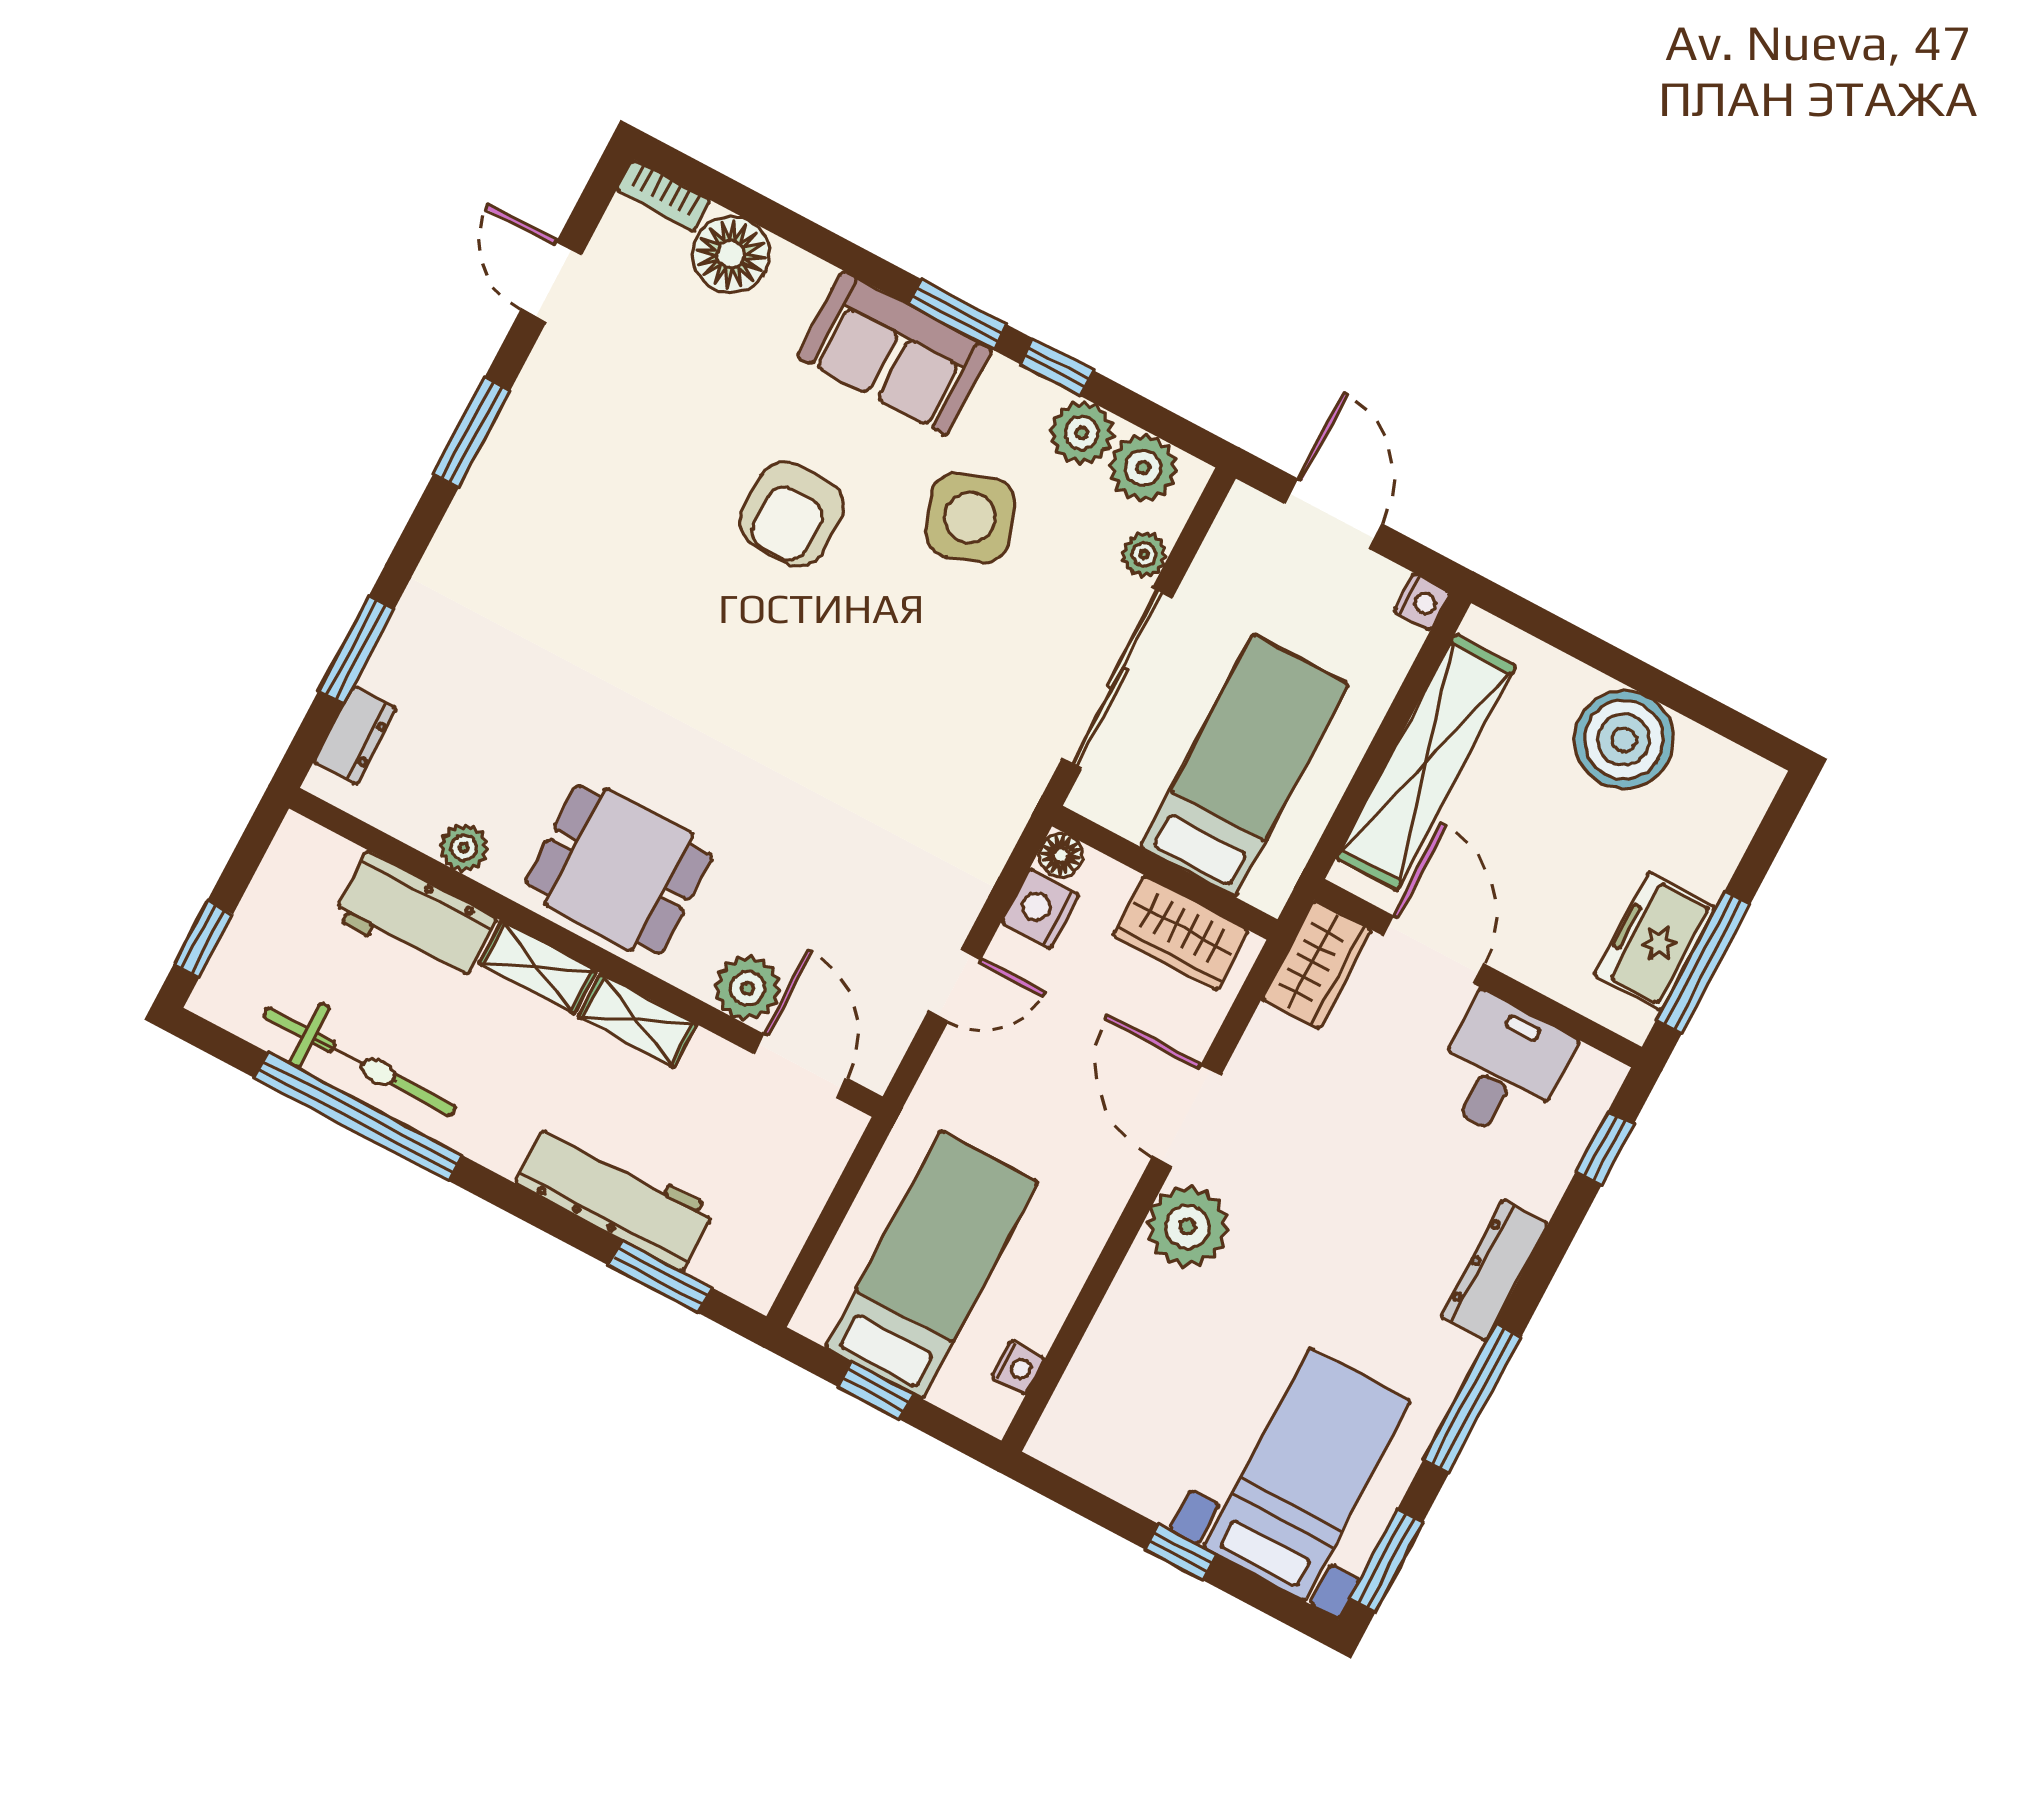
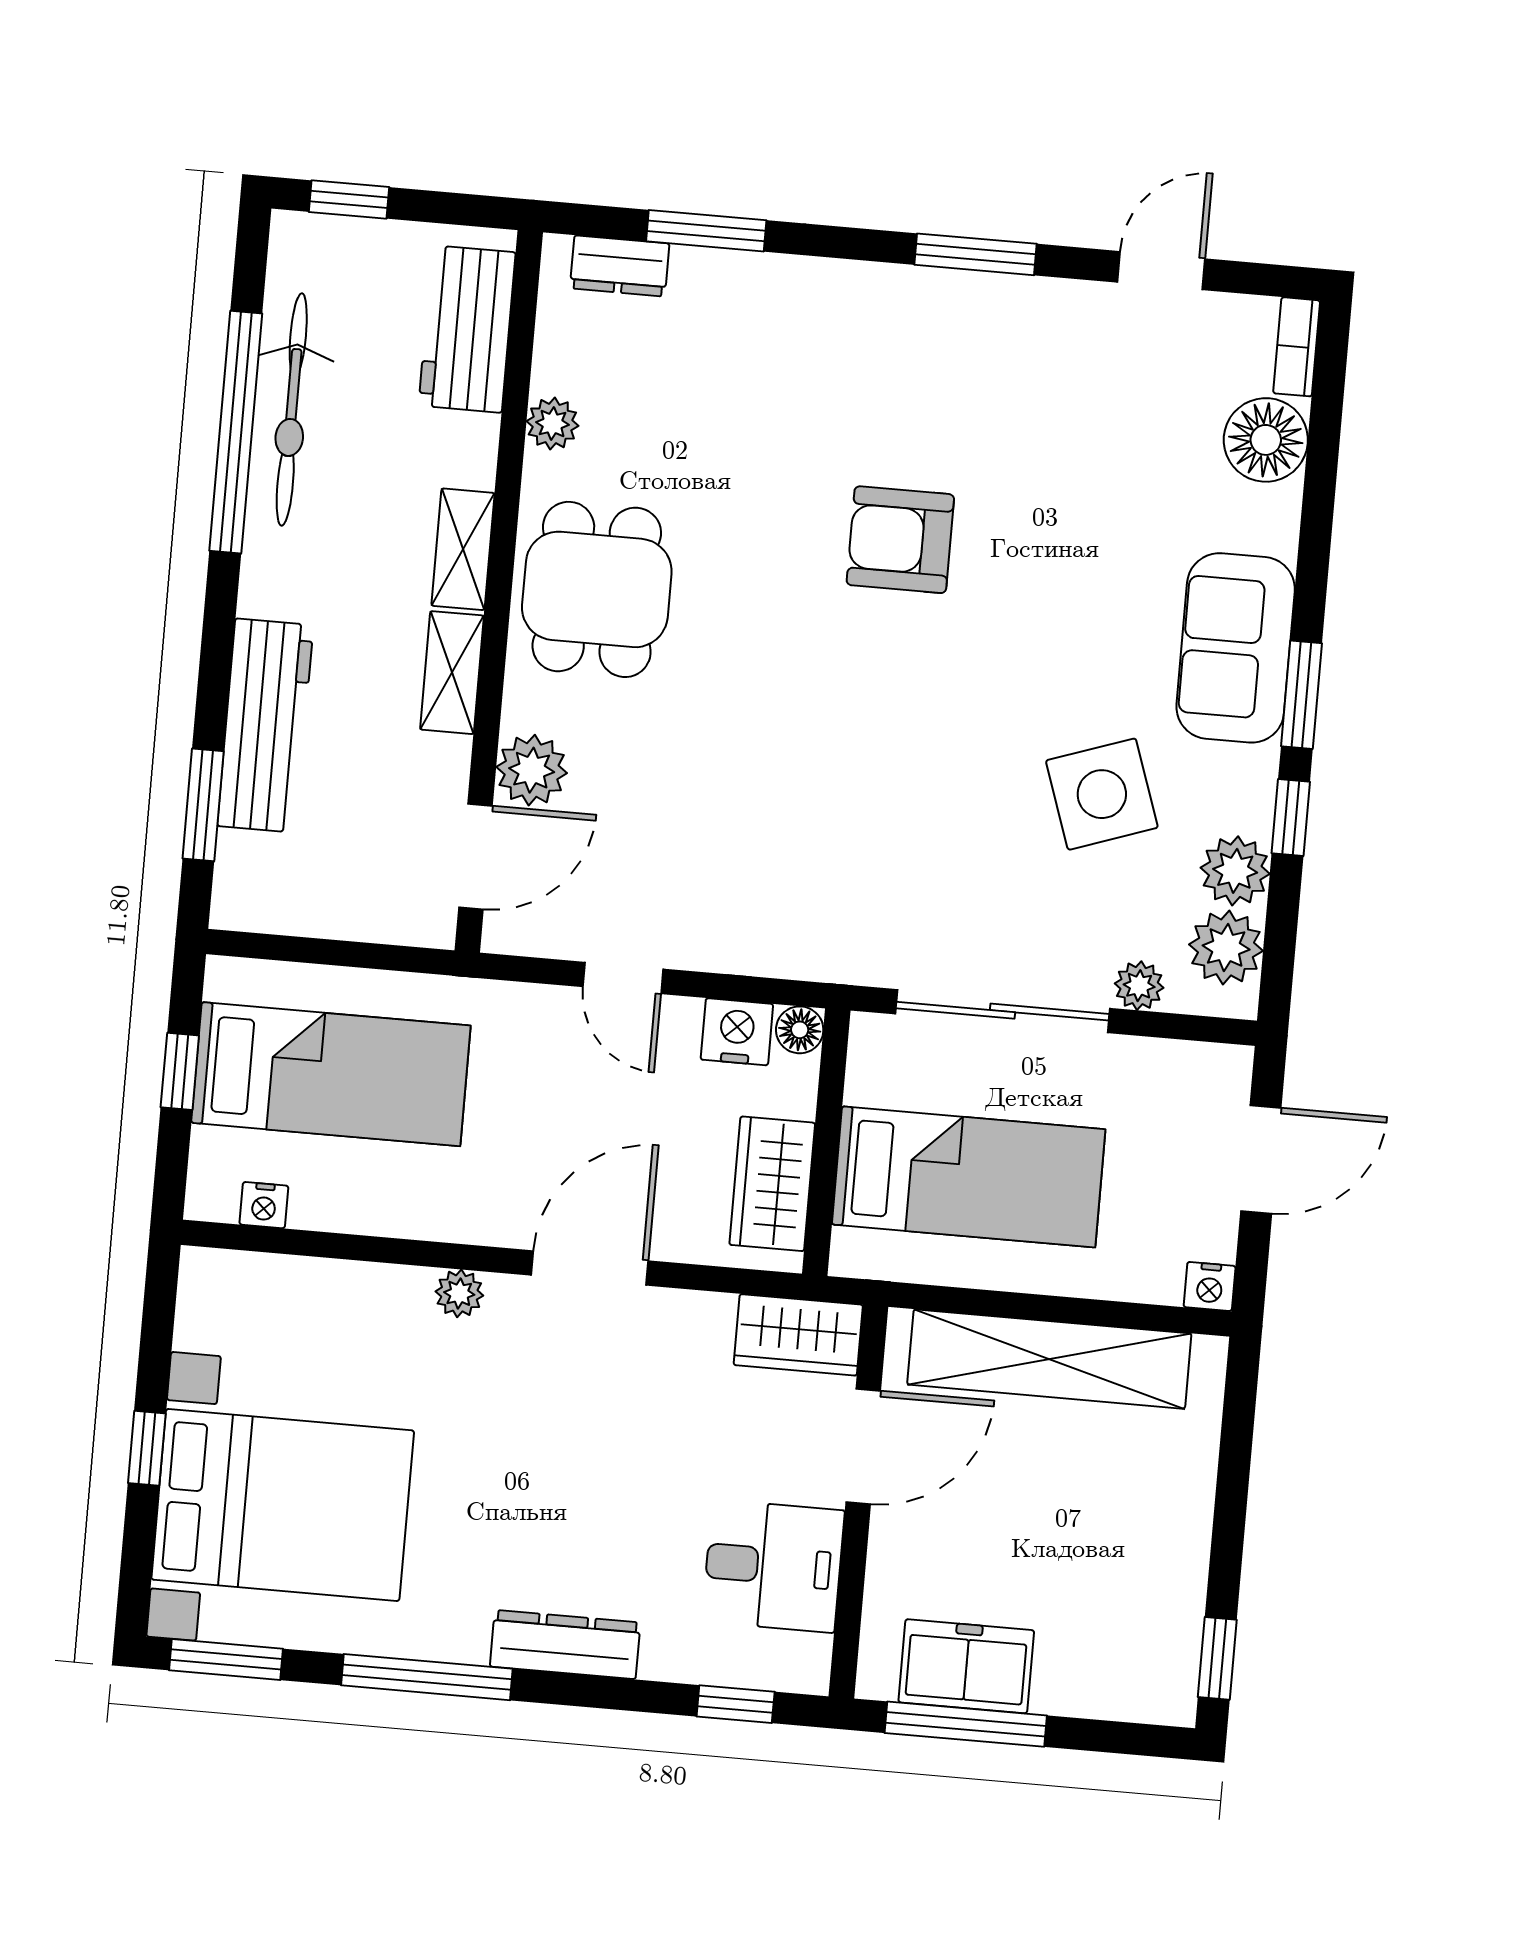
armchair: (792, 514) -> (900, 540), moved
window: (1737, 727) -> (1217, 1658), added
boiler: (1624, 740) -> (1157, 1549), removed
workbench: (415, 918) -> (467, 329), moved
plant: (1188, 1227) -> (459, 1293), width x0.53, depth x0.53
bed with nightstands: (1307, 1474) -> (283, 1505), width x1.36

